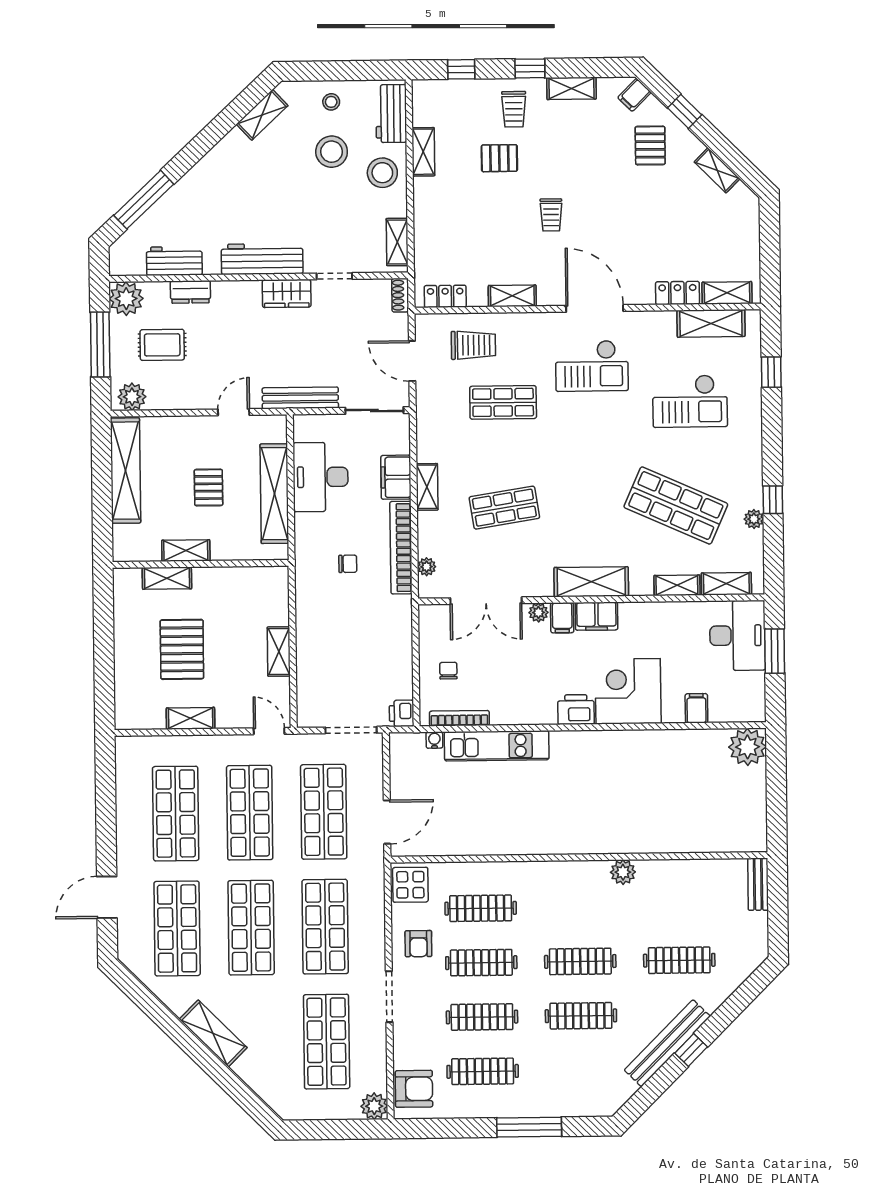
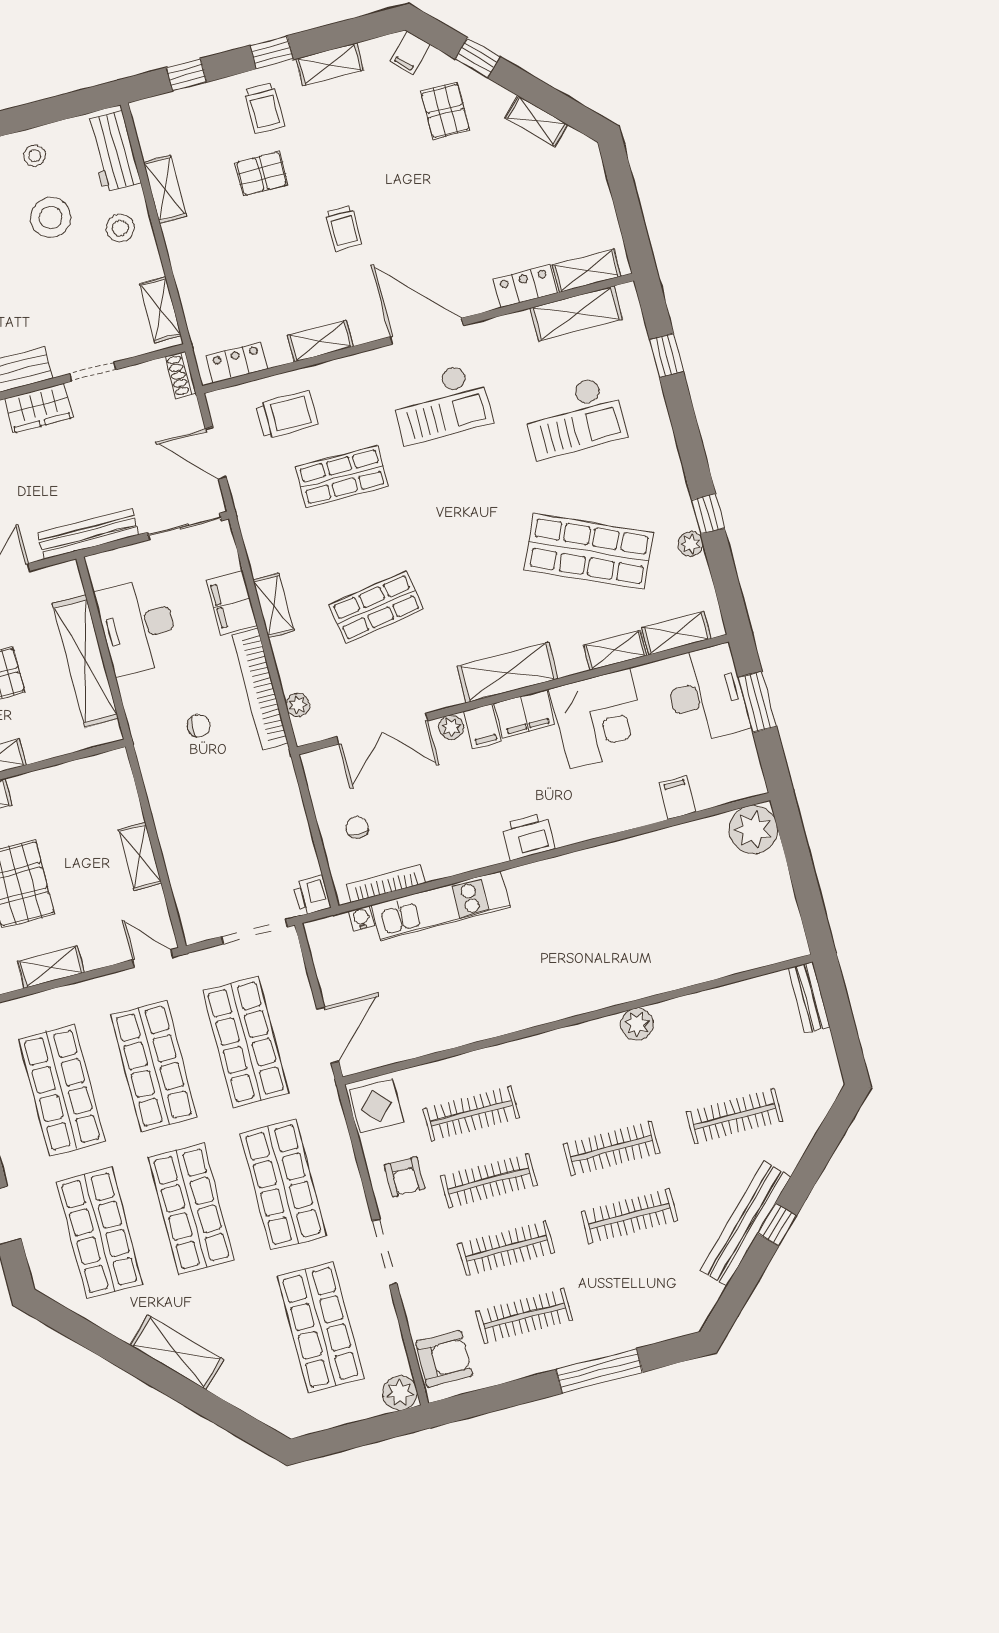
stool: (382, 173) -> (120, 228), width x0.73, depth x0.73
corner desk: (628, 691) -> (599, 719), moved, turned 180

